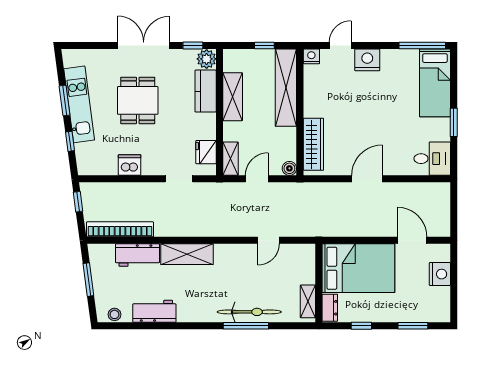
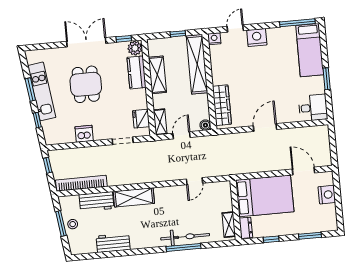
stool: (115, 314) -> (73, 224), moved

